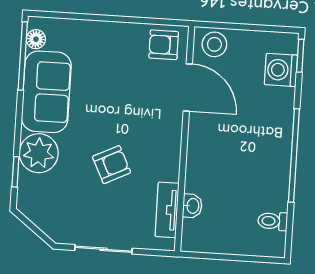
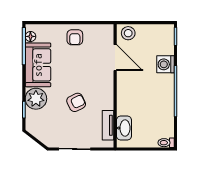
armchair: (164, 45) -> (75, 37), moved, turned -90
washing machine: (281, 70) -> (165, 64), moved
washbasin: (192, 206) -> (124, 128), width x1.91, depth x1.45
toilet: (273, 221) -> (166, 143), moved

